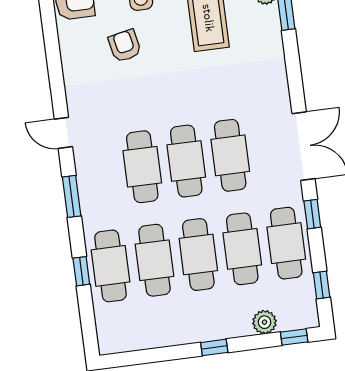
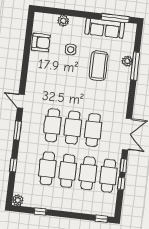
armchair: (125, 46) -> (58, 69), removed
cafe table: (111, 266) -> (27, 166), removed
window: (322, 285) -> (121, 183), moved
plant: (264, 322) -> (18, 200), moved
window: (214, 347) -> (40, 211), moved

